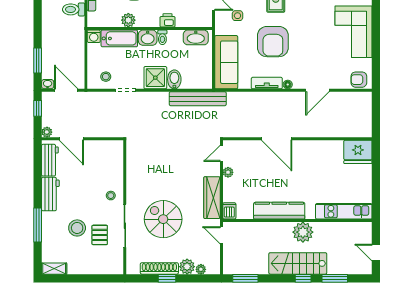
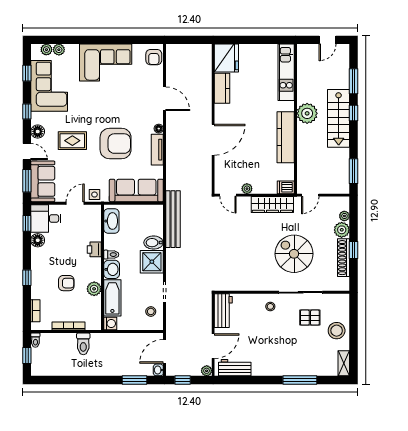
side table: (237, 16) -> (94, 195), moved
kitchen counter: (328, 148) -> (222, 88), added
workbench: (50, 194) -> (223, 311), moved, turned 90
spiral stairs: (163, 219) -> (294, 254), turned 90
stool: (77, 228) -> (337, 331), moved

